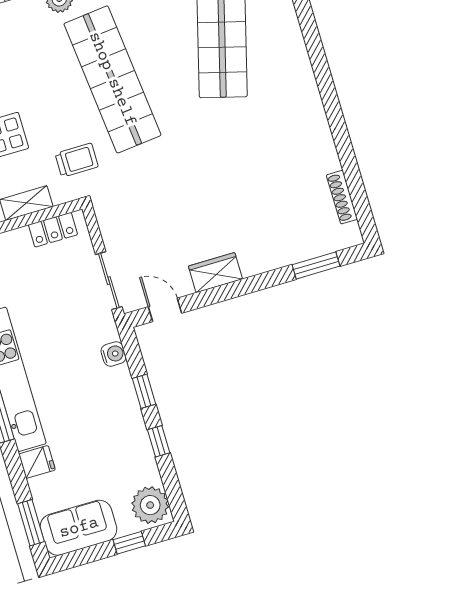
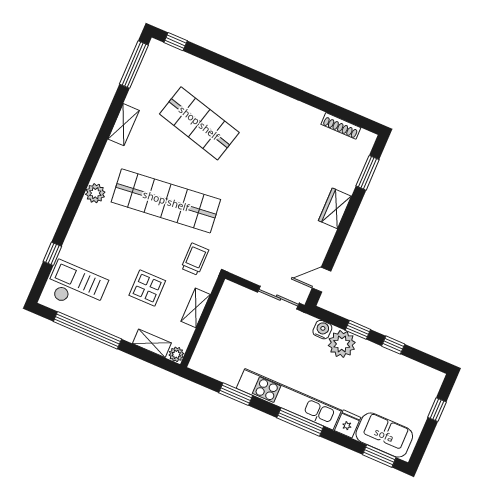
locker: (53, 230) -> (223, 305), removed
wardrobe: (215, 273) -> (335, 208), moved
plant: (150, 505) -> (342, 344), moved
sofa: (79, 528) -> (384, 435), moved, turned 90

